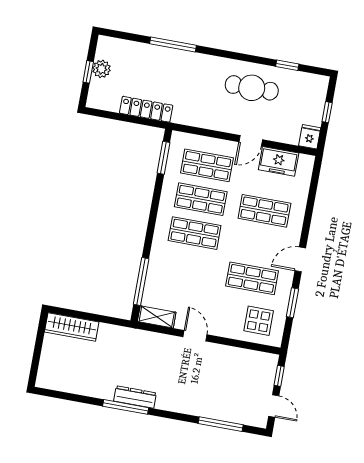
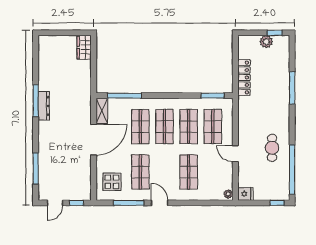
window: (287, 65) -> (292, 170), width x3.17
window: (88, 72) -> (275, 33), moved
cafe table: (252, 88) -> (272, 148), width x0.73, depth x0.74
window: (327, 112) -> (277, 203), moved
freezer: (279, 161) -> (225, 176), removed
plant: (305, 161) -> (228, 194), added
shop shelf: (188, 267) -> (140, 127), added
window: (292, 303) -> (129, 203), width x1.44
wardrobe: (72, 327) -> (84, 47), width x0.67
door: (195, 336) -> (94, 140), width x1.88

